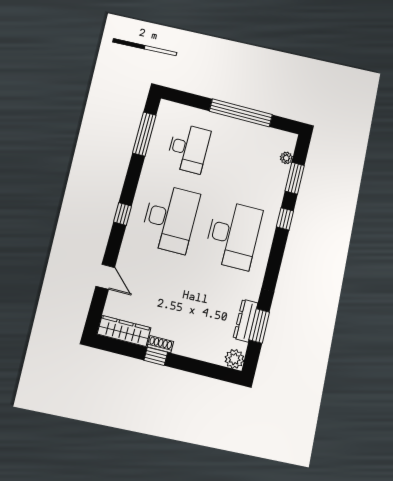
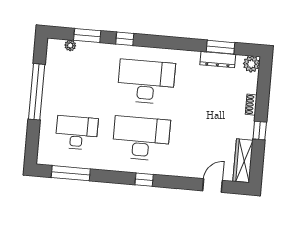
door: (105, 277) -> (213, 186), moved
shoe rack: (160, 344) -> (251, 105), moved

